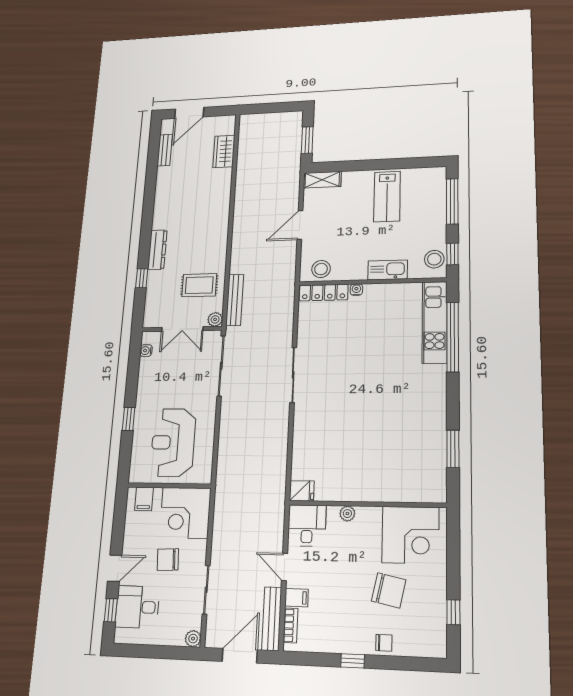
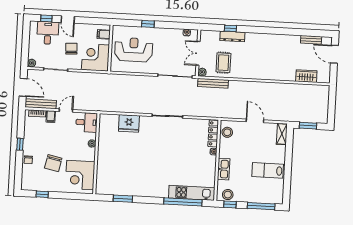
dresser: (157, 250) -> (232, 36), moved
fridge: (302, 491) -> (129, 123), moved, width x1.88, depth x1.34

